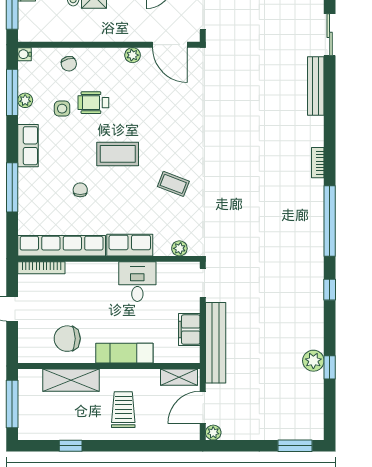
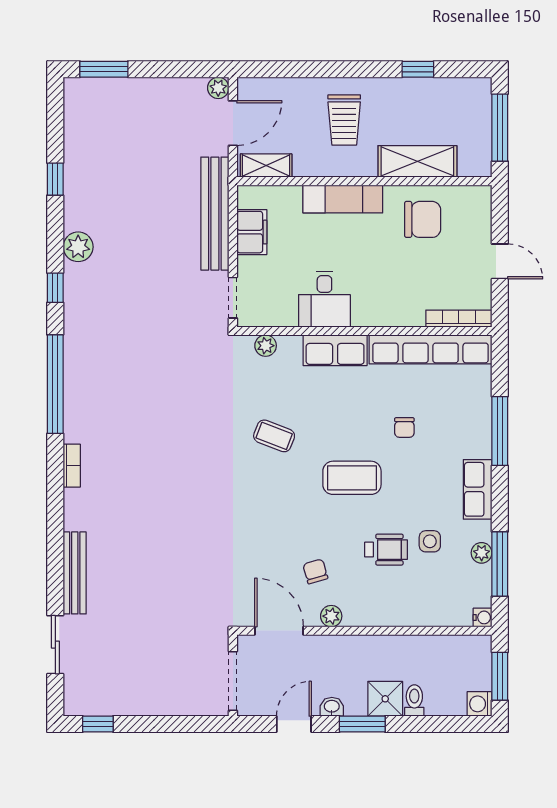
chair: (69, 64) -> (315, 571), moved
plant: (313, 361) -> (78, 247), moved

